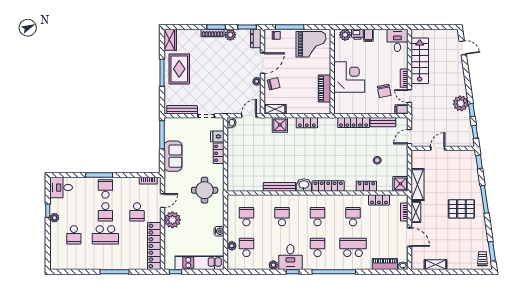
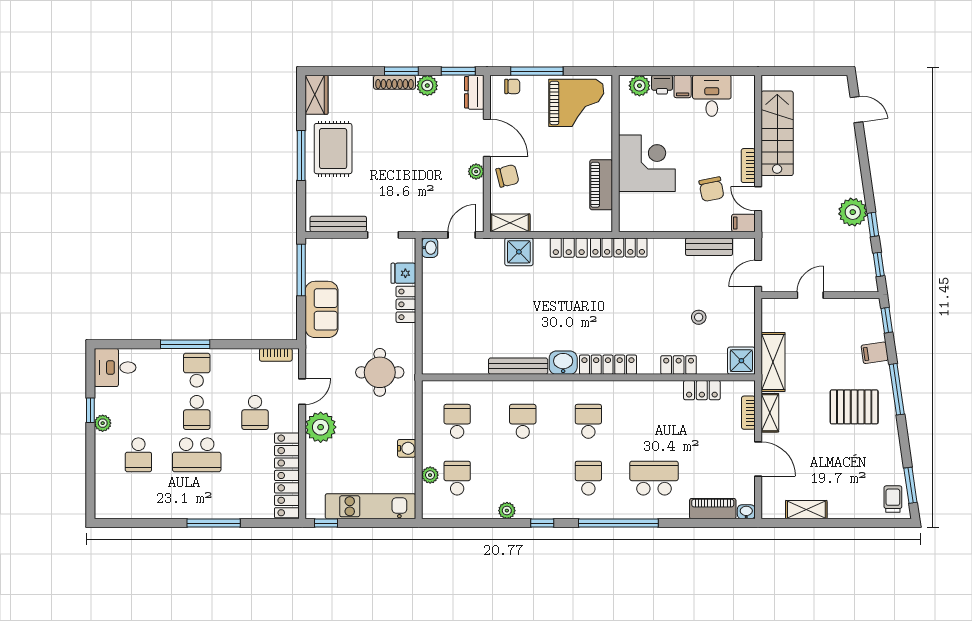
desk: (397, 40) -> (712, 96), moved
door: (263, 63) -> (487, 138), hinge flipped
locker: (354, 122) -> (619, 247), moved
filing cabinet: (473, 180) -> (875, 353), added
school desk: (353, 217) -> (654, 421), removed
desk: (290, 257) -> (538, 496), removed

